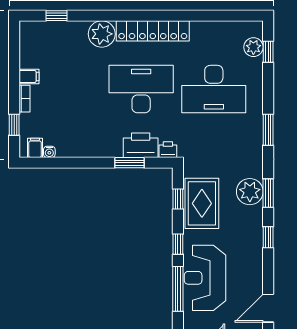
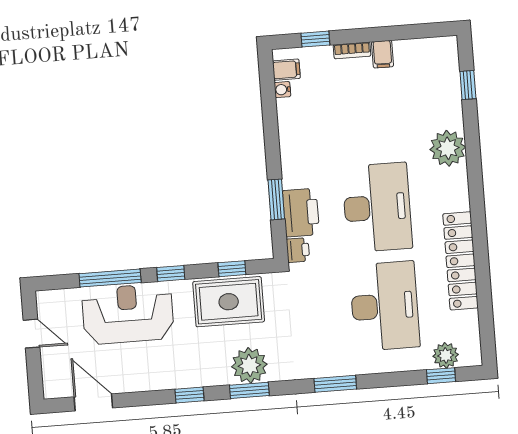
locker: (153, 31) -> (461, 261), moved
desk: (214, 89) -> (385, 306), turned 180

